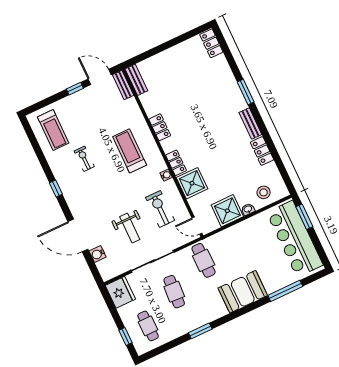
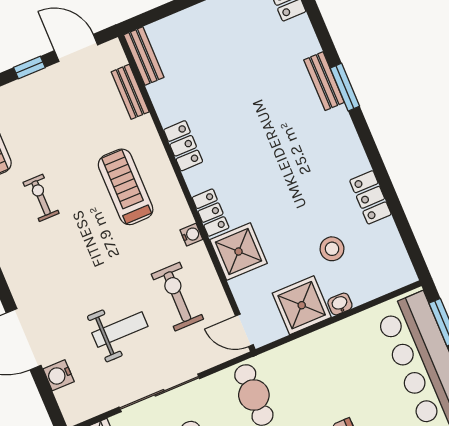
bench: (123, 85) -> (130, 92), moved
bench: (250, 124) -> (324, 81), moved
stool: (264, 192) -> (332, 249), moved
weight bench: (130, 228) -> (120, 330), turned -90

